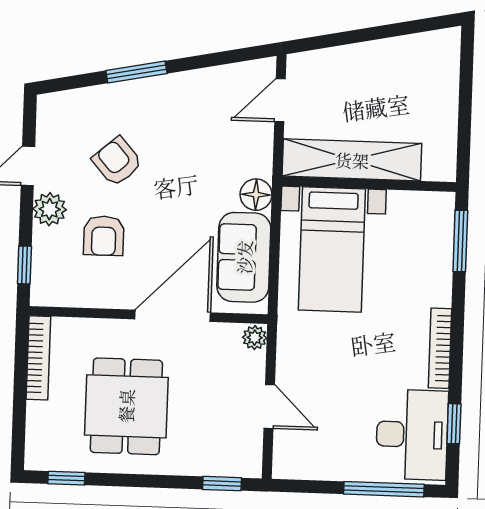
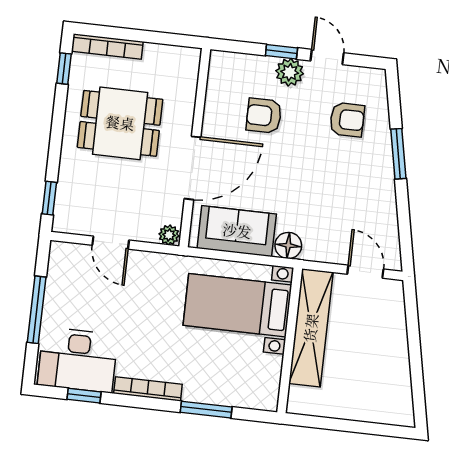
armchair: (117, 162) -> (347, 120), moved, turned 41
window: (460, 241) -> (206, 410), moved
window: (24, 265) -> (281, 52), moved
door: (173, 316) -> (193, 168), hinge flipped
bookcase: (38, 358) -> (107, 46), moved
door: (269, 406) -> (111, 243), hinge flipped
window: (384, 489) -> (37, 310), moved

